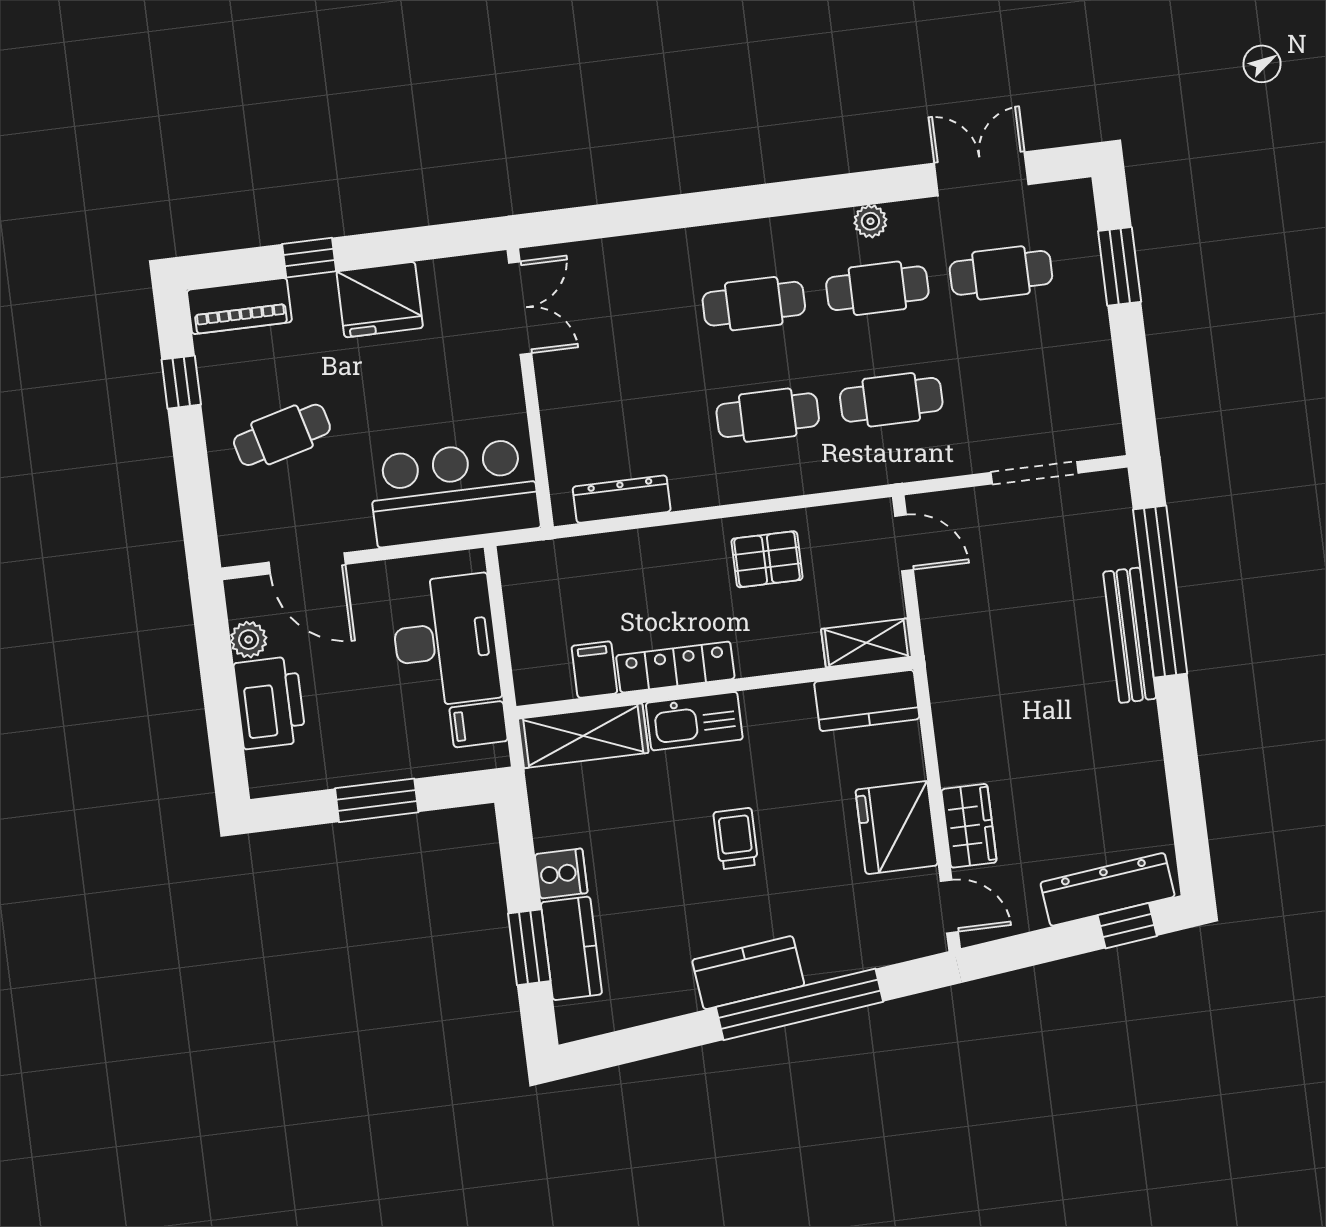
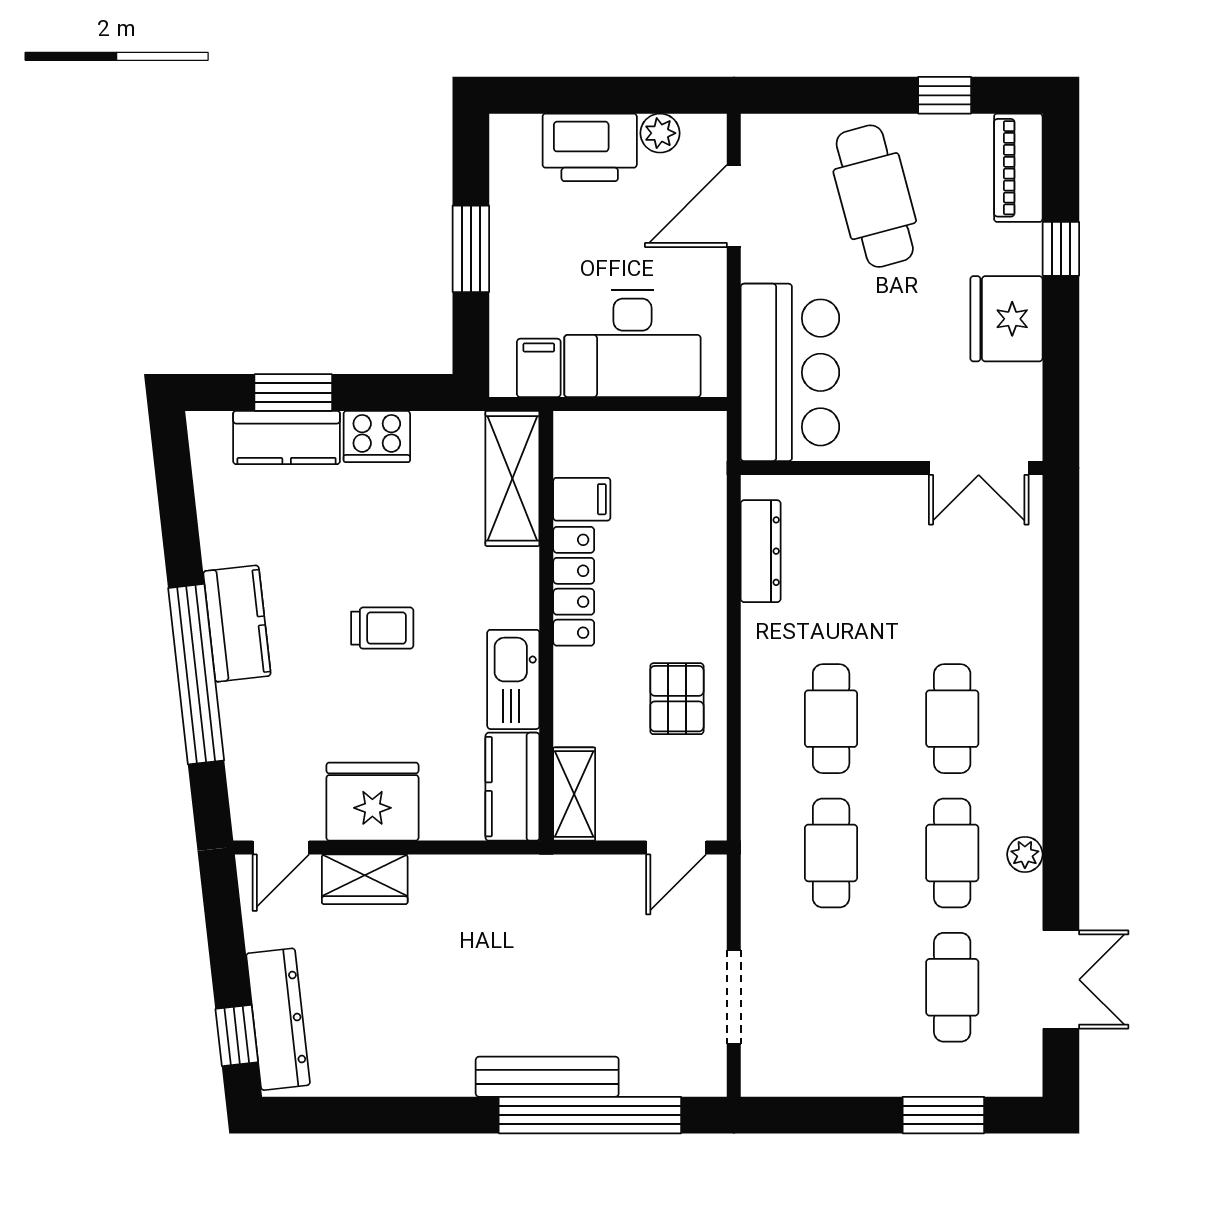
cafe table: (282, 435) -> (875, 196), width x1.37, depth x1.35
kitchen sink: (694, 721) -> (513, 679), moved
cooker: (561, 874) -> (377, 436), width x1.36

